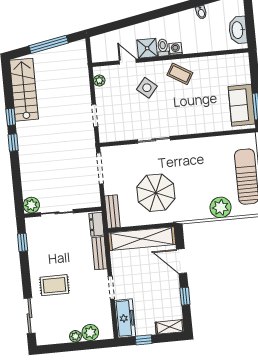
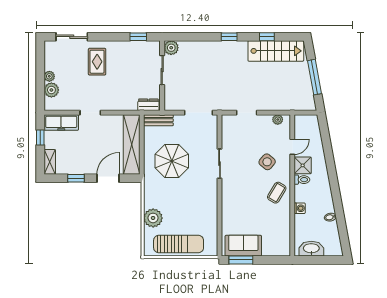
washing machine: (175, 49) -> (300, 208), moved
window: (11, 117) -> (267, 37), moved
bench: (99, 253) -> (122, 105), removed

